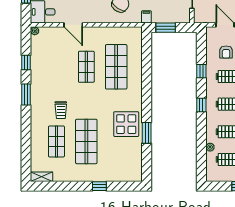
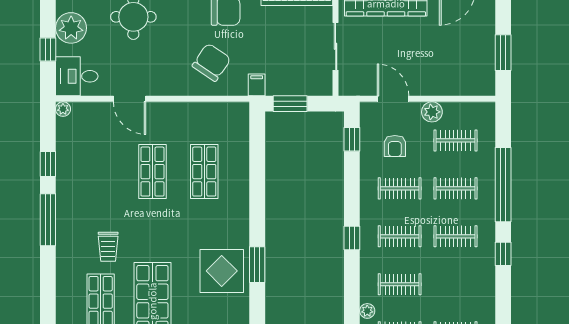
shop shelf: (116, 67) -> (204, 172), width x0.70, depth x0.74
window: (201, 71) -> (352, 139), moved
window: (26, 95) -> (48, 220), width x1.44
window: (147, 133) -> (257, 265), moved

